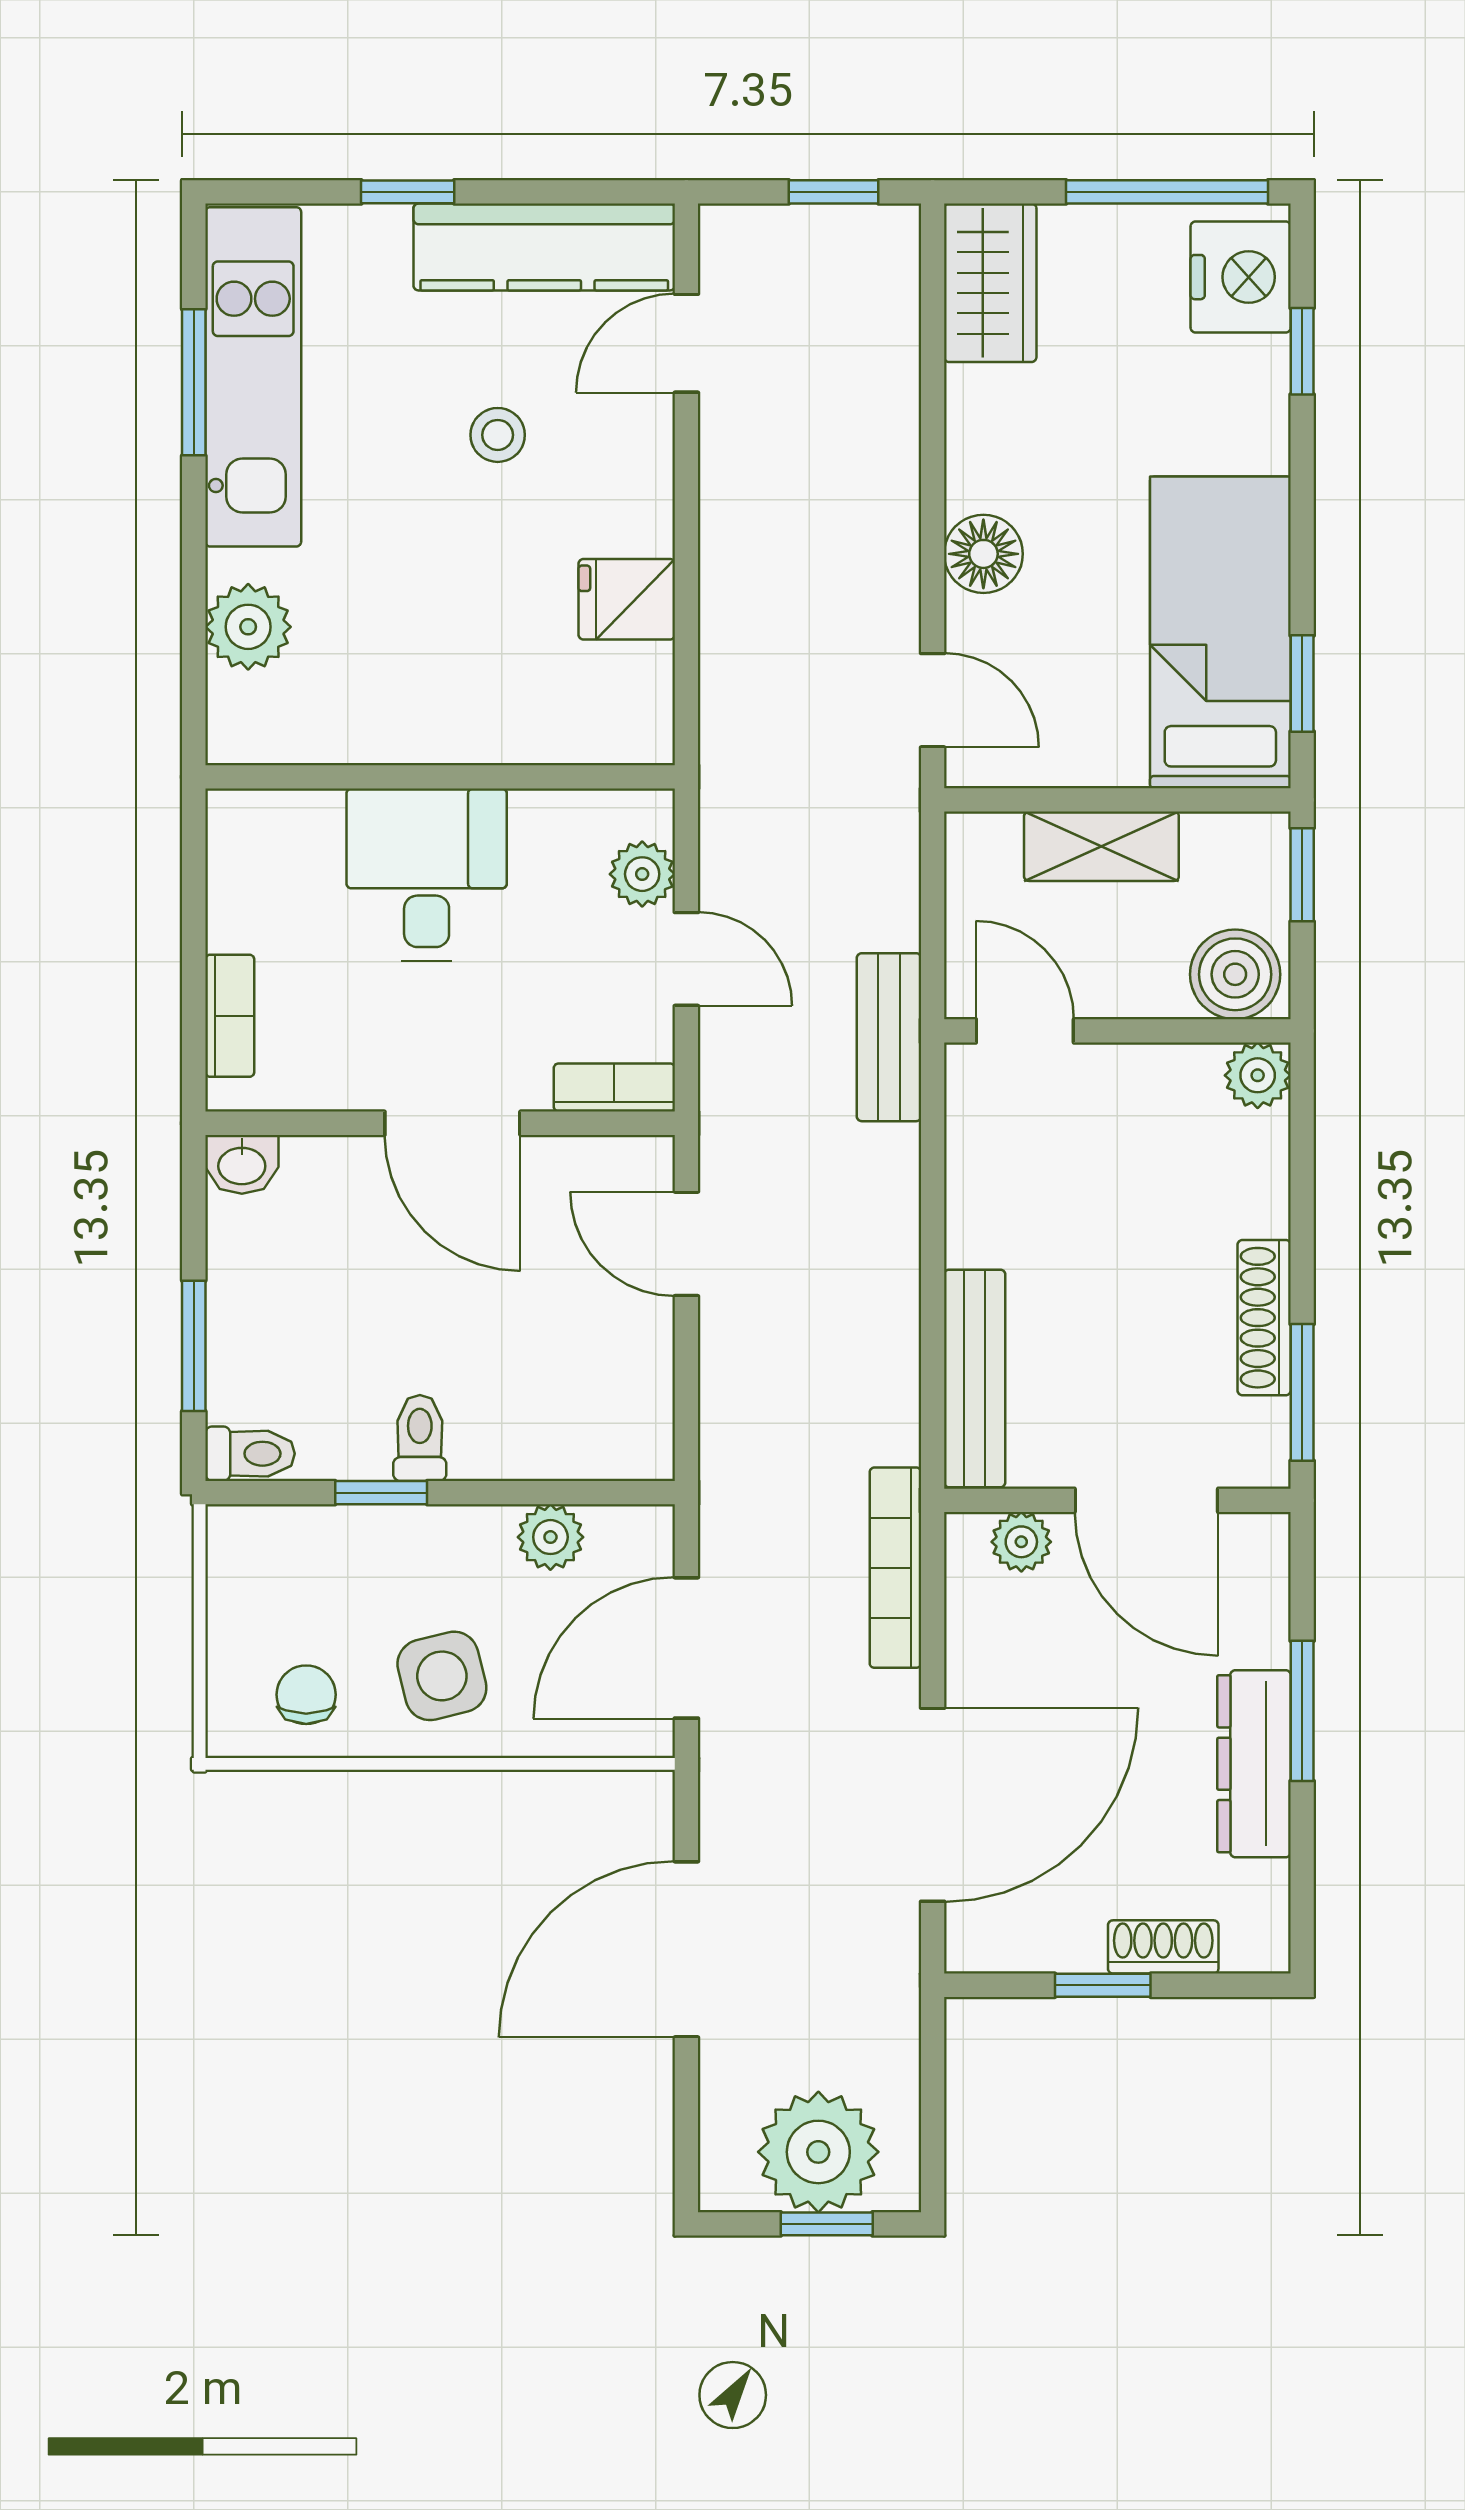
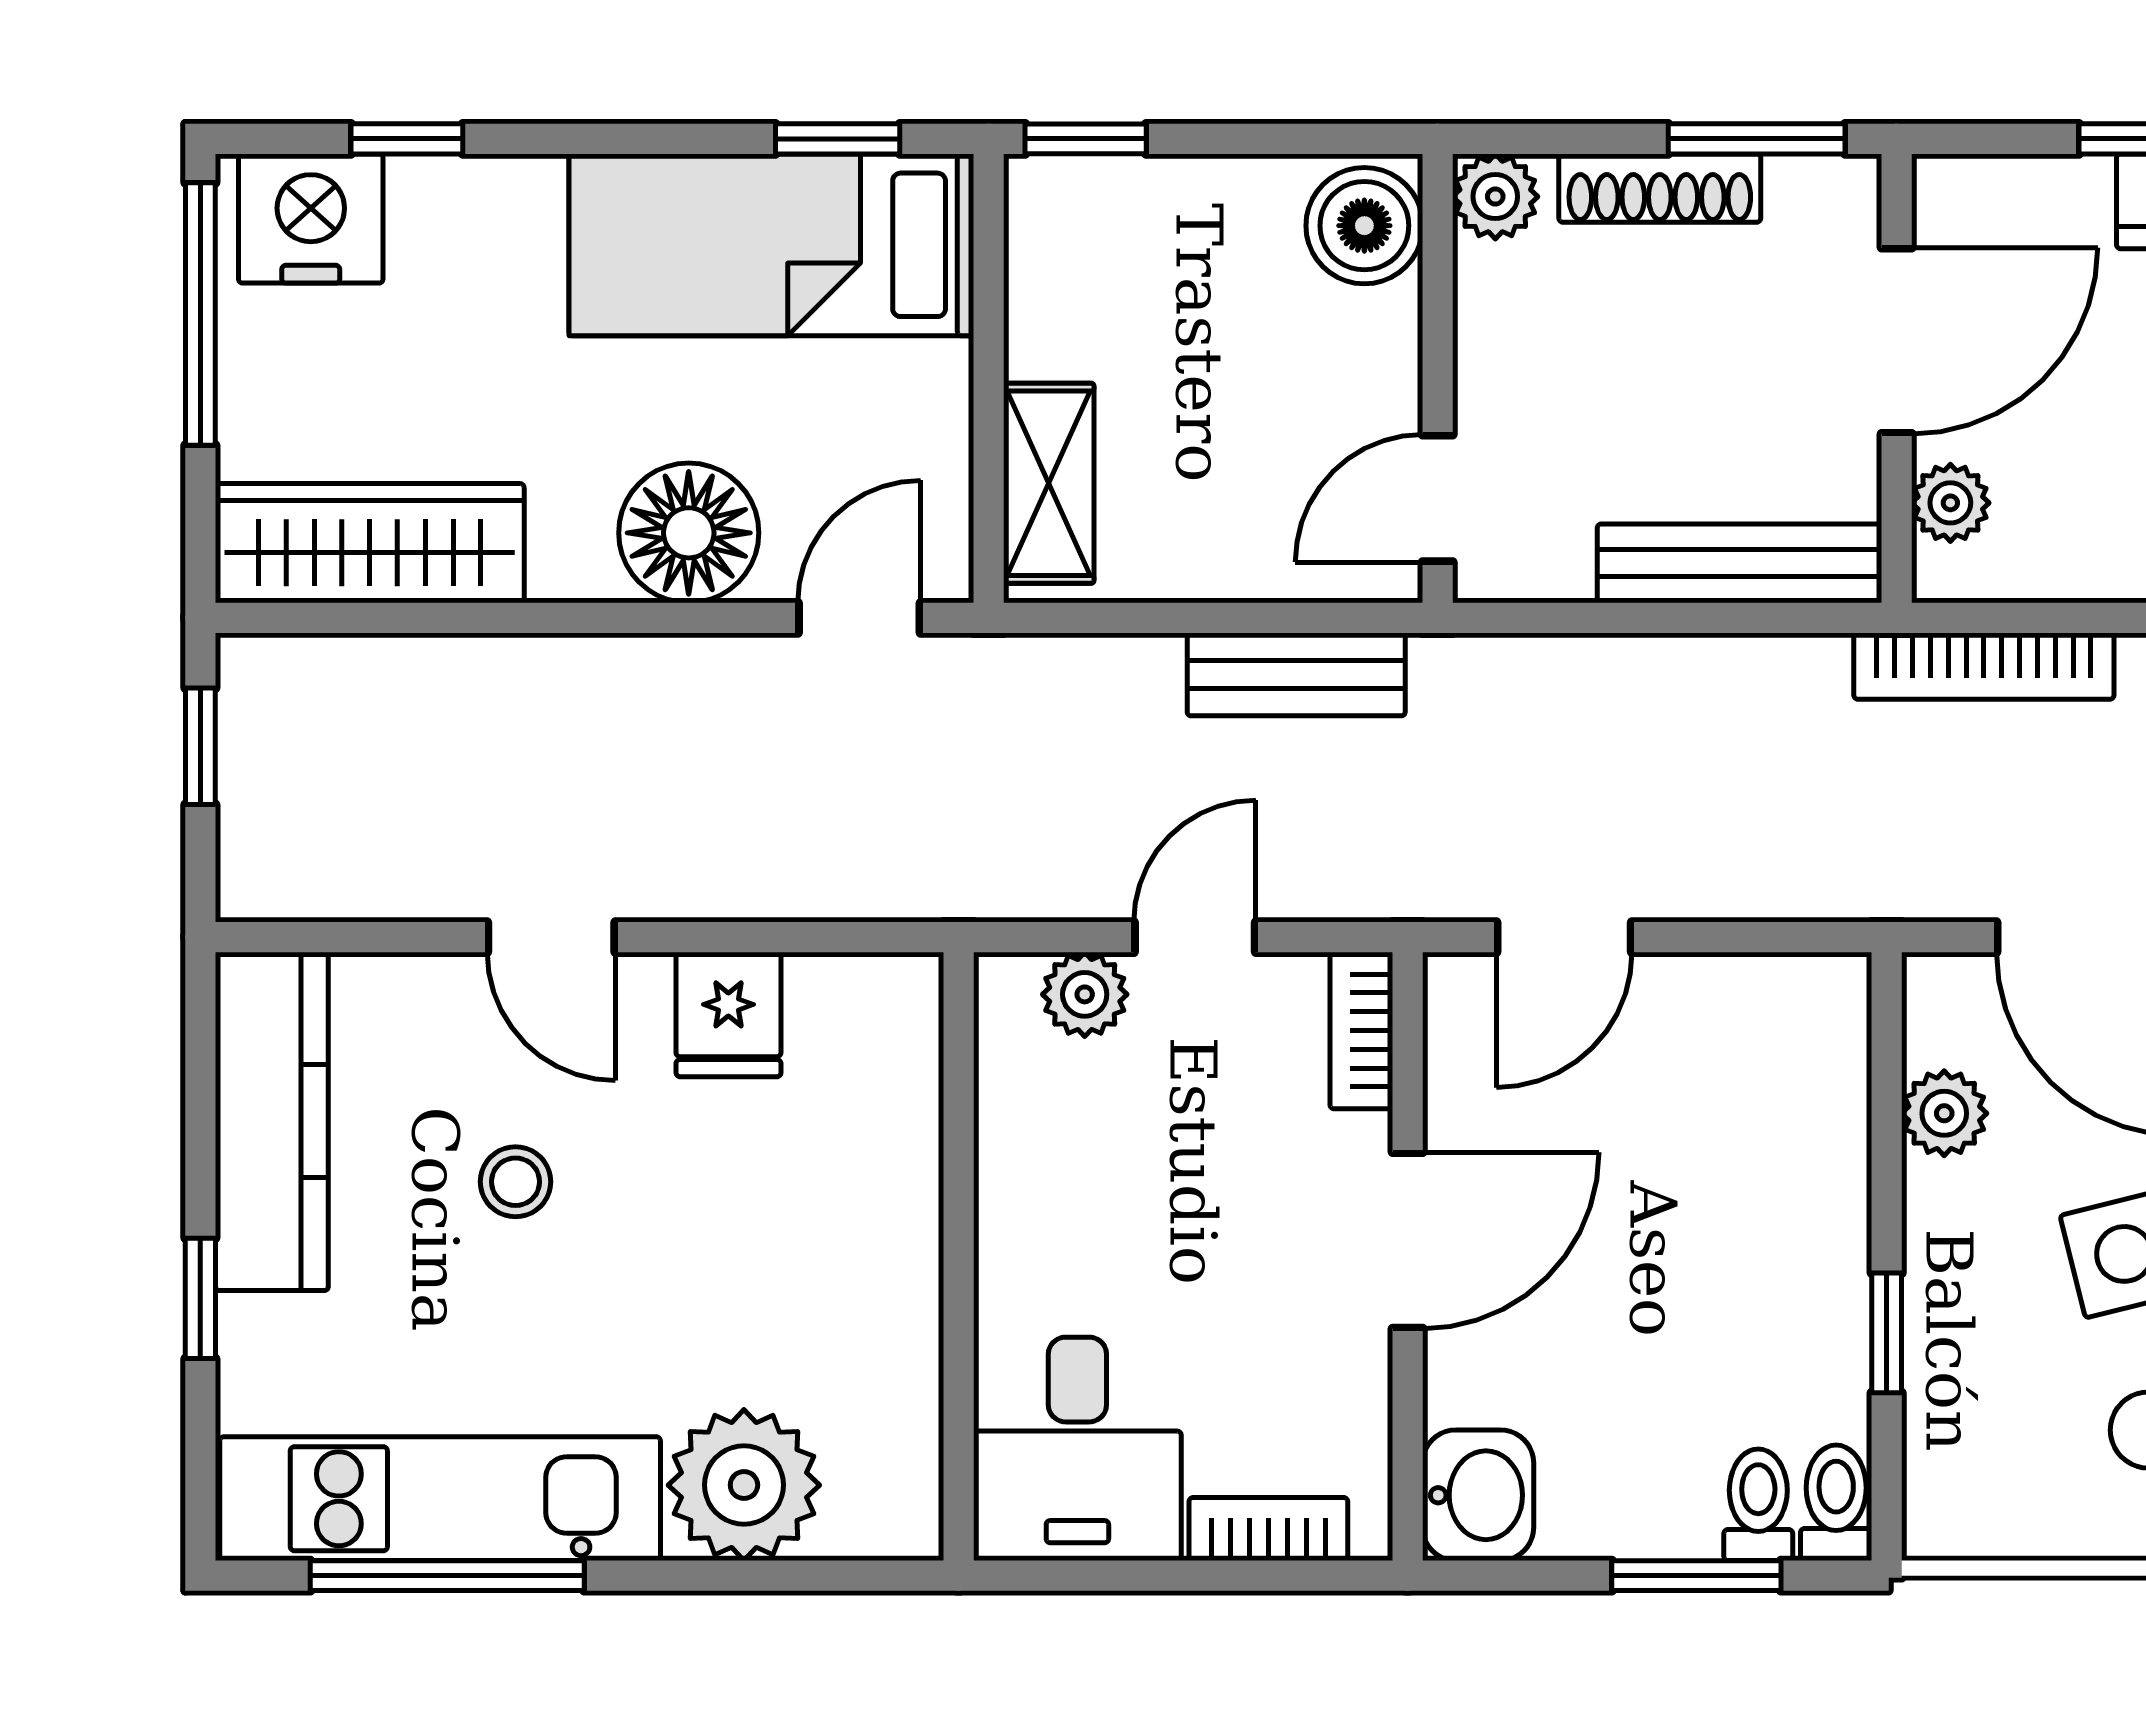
wardrobe: (990, 283) -> (370, 543), width x1.50
door: (686, 343) -> (551, 937), moved
window: (194, 382) -> (447, 1576), width x1.44
floor lamp: (983, 554) -> (689, 533), width x1.38, depth x1.38
plant: (248, 627) -> (744, 1485), width x1.36, depth x1.36
shelving: (1101, 846) -> (1049, 483), moved
desk: (427, 875) -> (1077, 1449), moved, turned -90
boiler: (1235, 974) -> (1364, 226), moved
door: (1025, 1031) -> (1438, 498), moved
wall: (1117, 1031) -> (1438, 378), moved
plant: (1258, 1075) -> (1495, 197), moved
washbasin: (242, 1164) -> (1478, 1495), width x1.38, depth x1.45
toilet: (420, 1438) -> (1758, 1505), moved, turned 90

